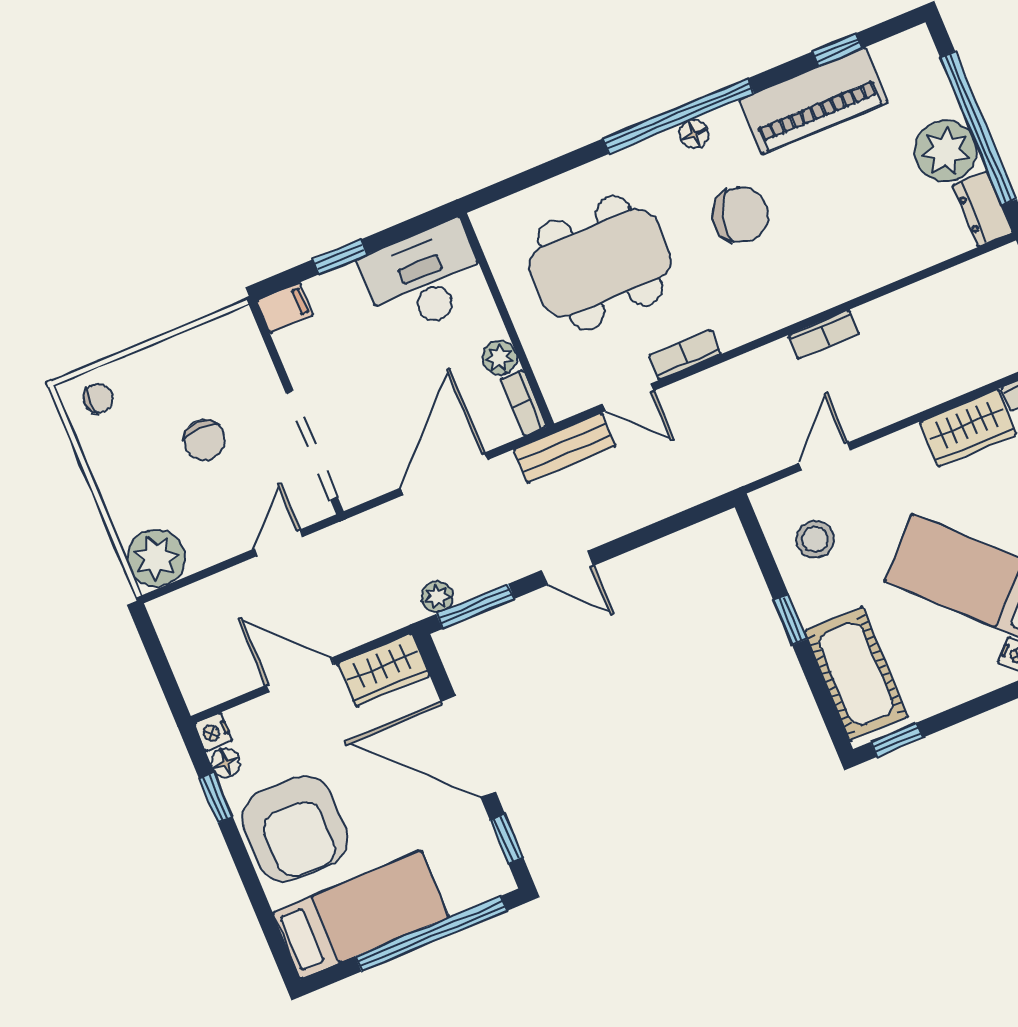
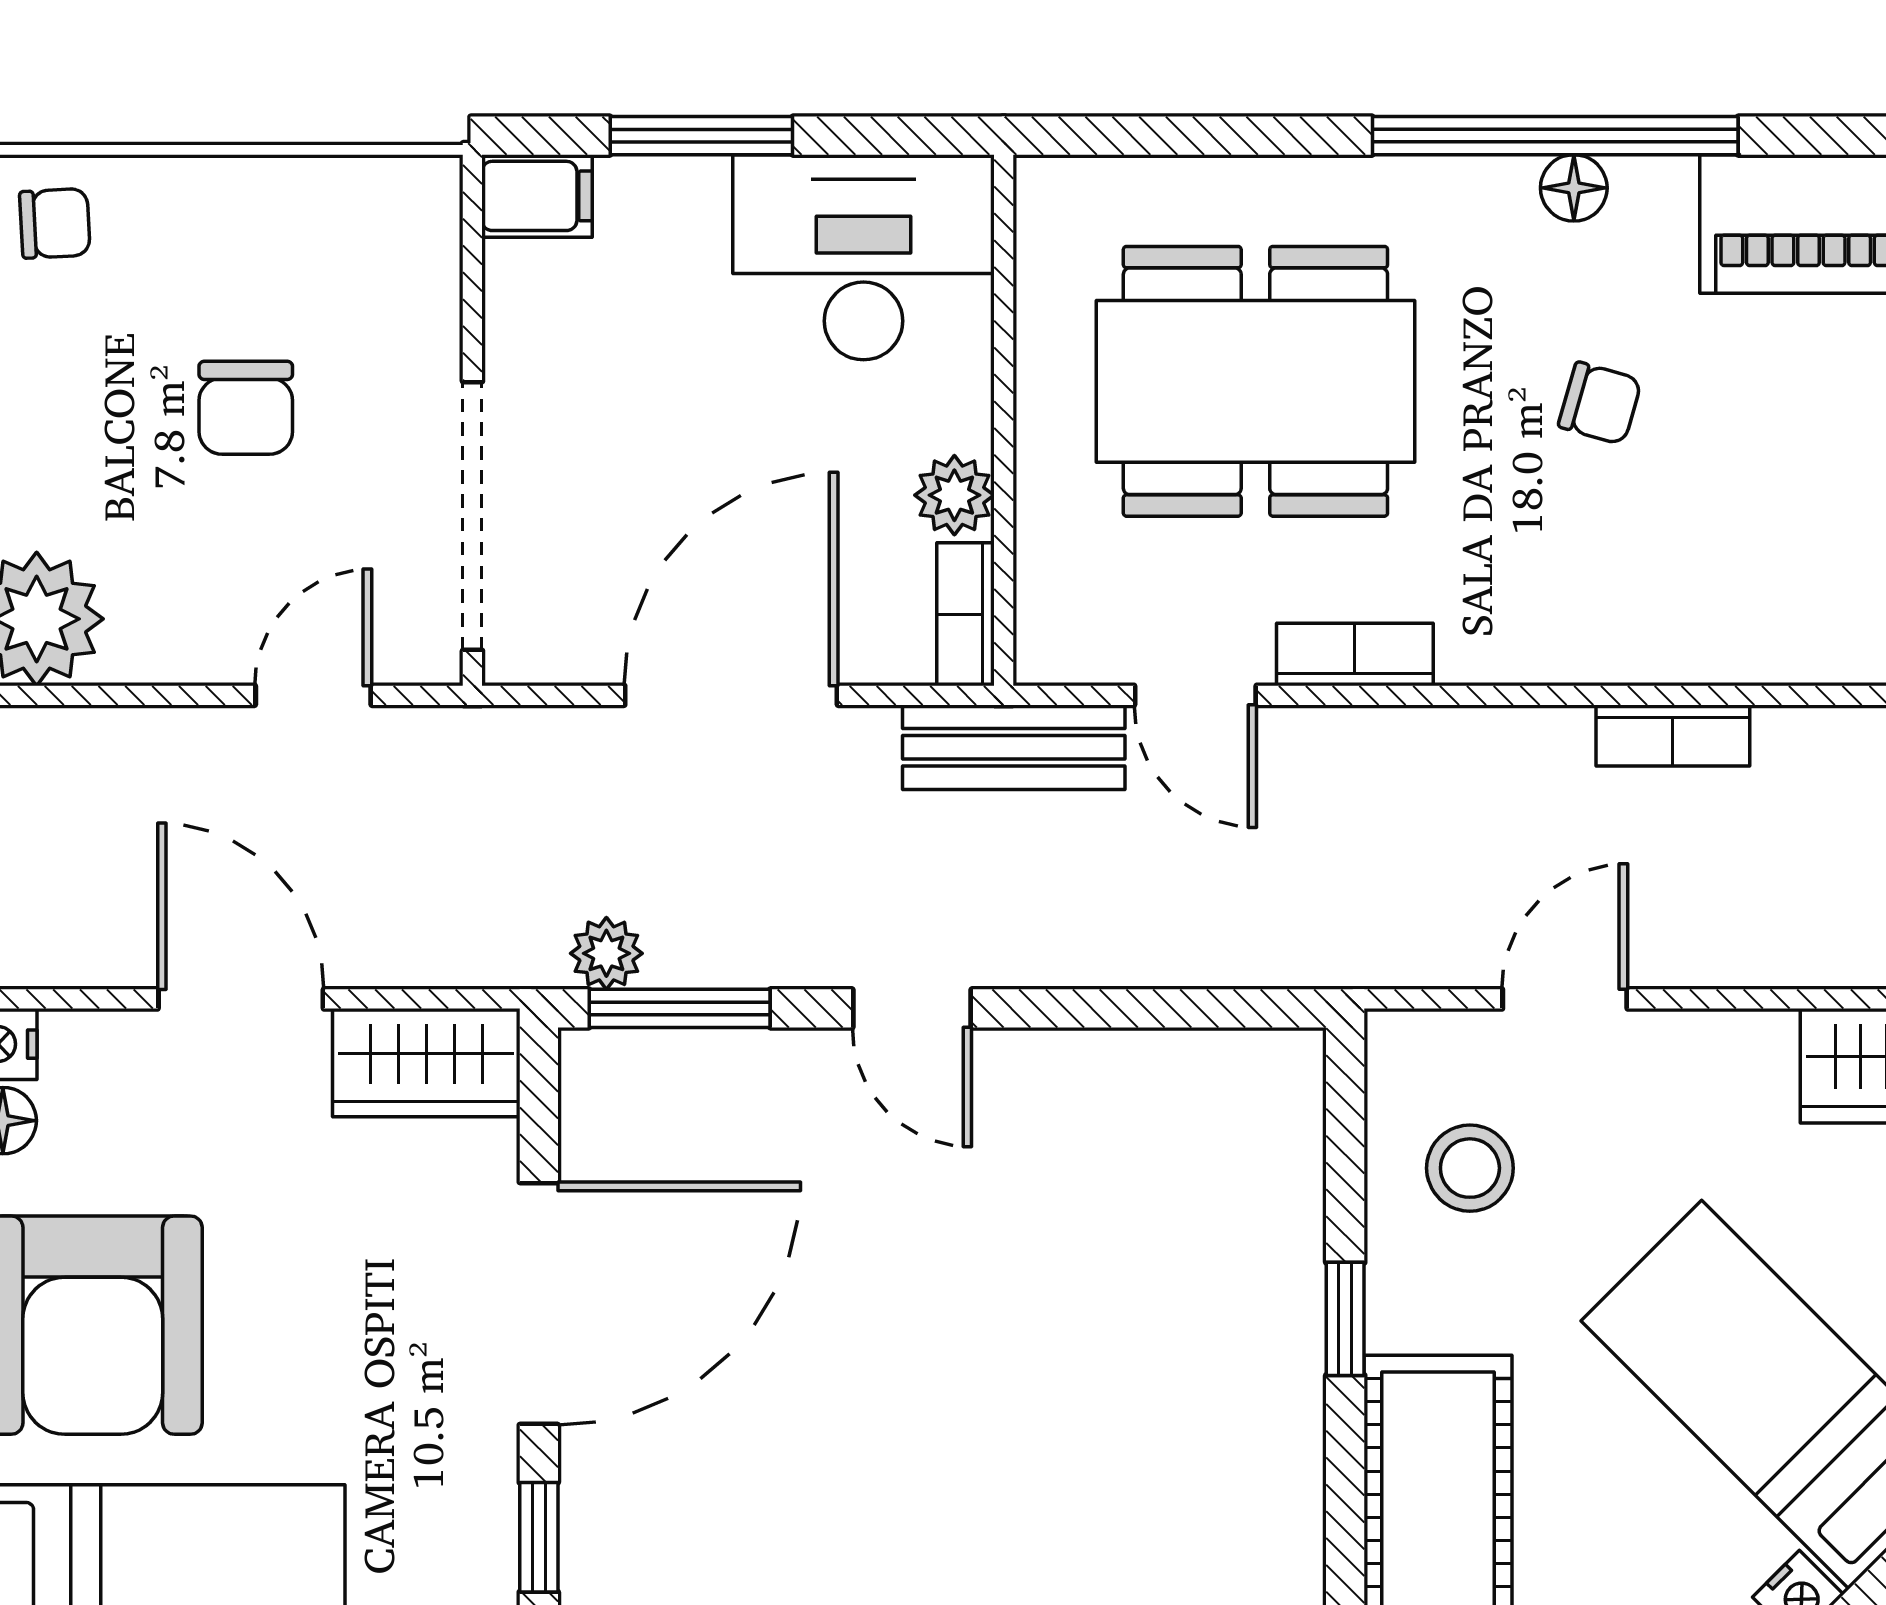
chair: (740, 215) -> (1600, 403), width x0.54, depth x0.54
window: (340, 257) -> (701, 136), width x1.50
door: (468, 747) -> (539, 1303), swing flipped

